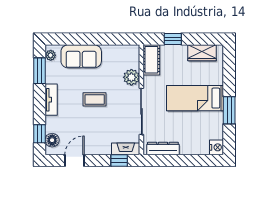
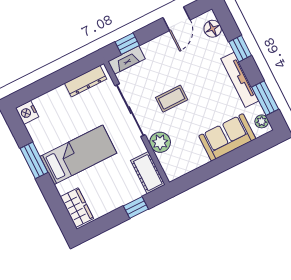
wardrobe: (202, 53) -> (77, 208), moved, turned 90
coffee table: (95, 99) -> (172, 99), moved
tv unit: (51, 100) -> (240, 80), width x1.41
window: (39, 134) -> (240, 49), moved

